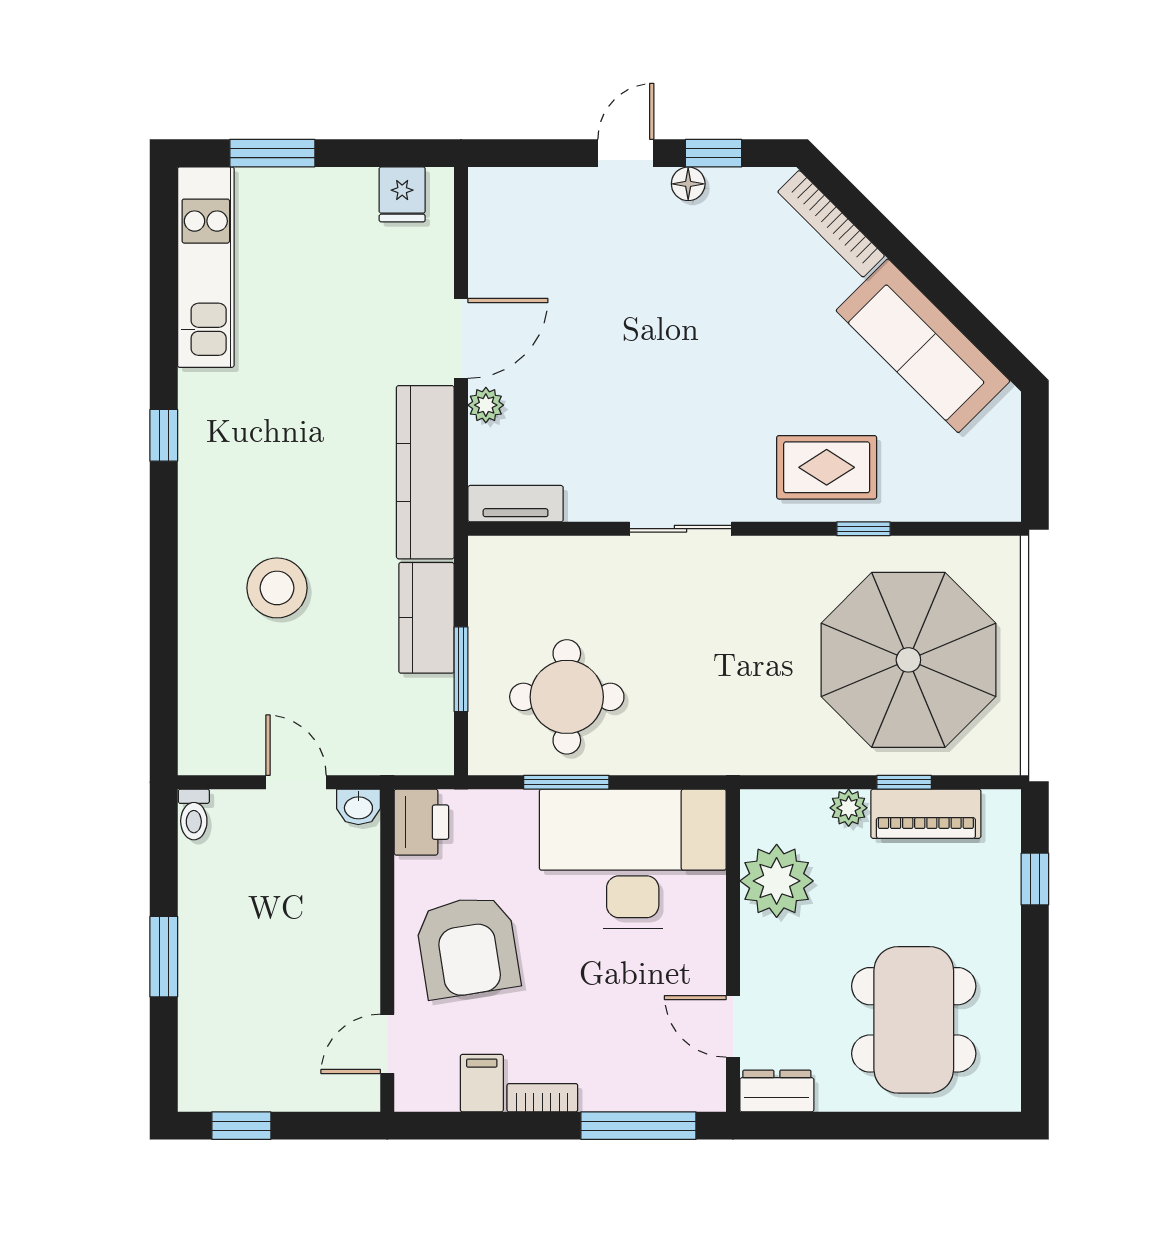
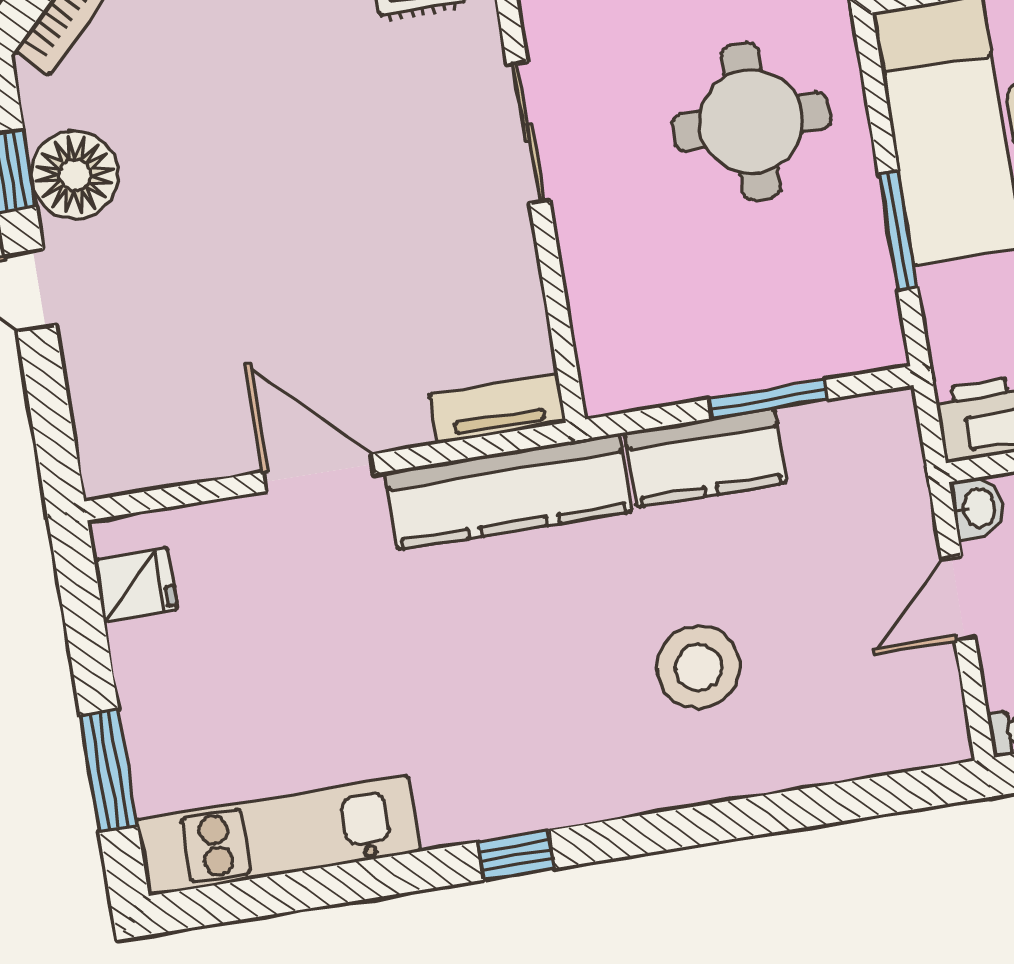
floor lamp: (688, 184) -> (75, 175), width x1.89, depth x1.89
plant: (486, 405) -> (404, 424), removed
tv unit: (516, 504) -> (497, 409), moved, turned 90
round table: (567, 697) -> (751, 121), moved

